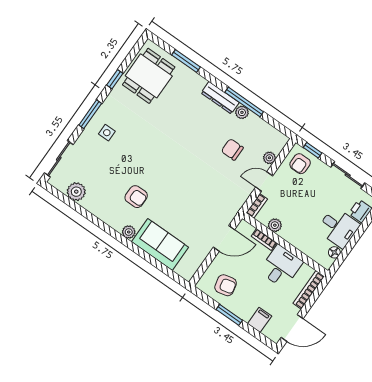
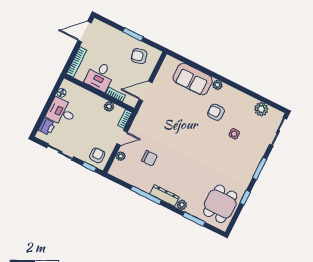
plant: (242, 112) -> (182, 205), moved
side table: (107, 133) -> (234, 134), moved
filing cabinet: (260, 320) -> (110, 34), removed

